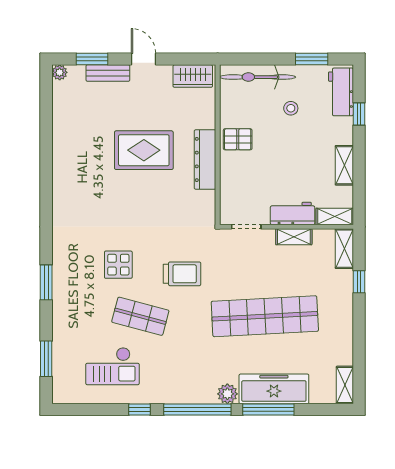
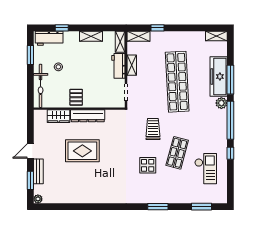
wardrobe: (193, 76) -> (59, 116), moved, turned 90
rug: (144, 150) -> (82, 151), turned 90

